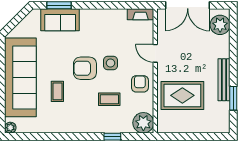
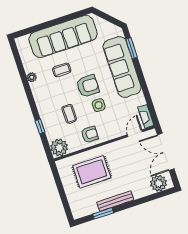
sofa: (60, 20) -> (122, 67), width x1.85, depth x1.27
door: (155, 53) -> (135, 133), moved
armchair: (85, 68) -> (88, 86), turned 90
rug: (182, 95) -> (92, 172), turned 90
plant: (10, 128) -> (32, 77), moved

